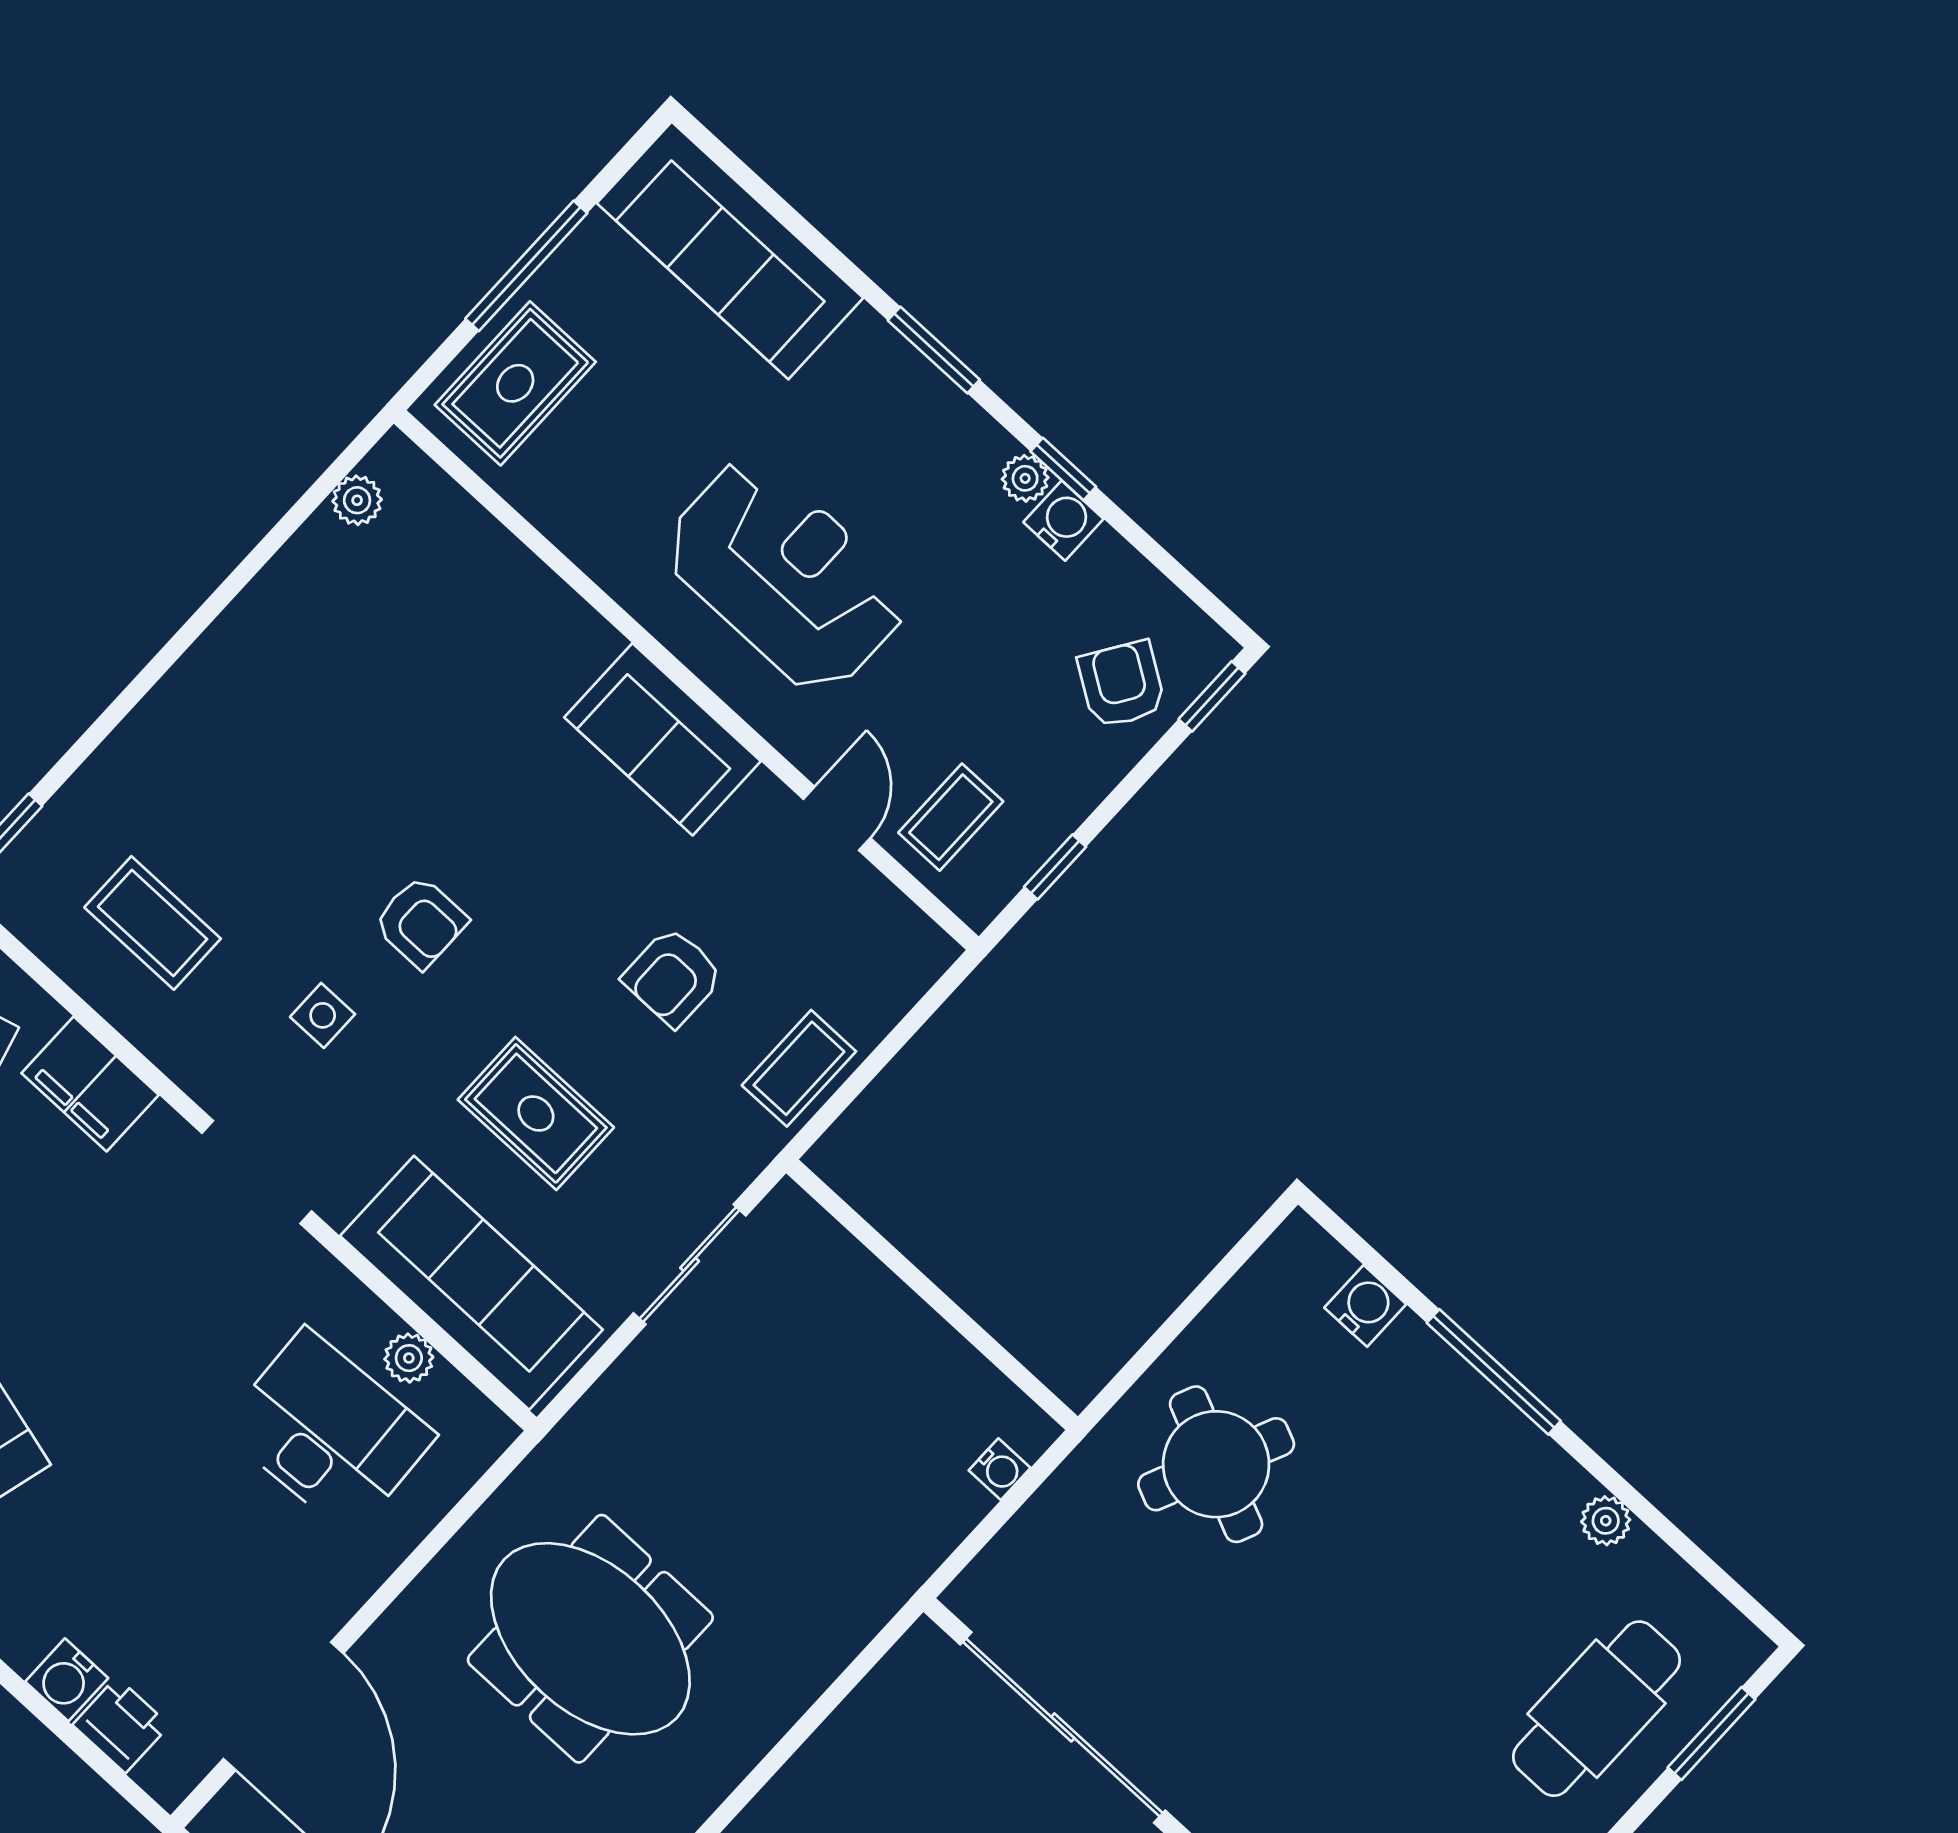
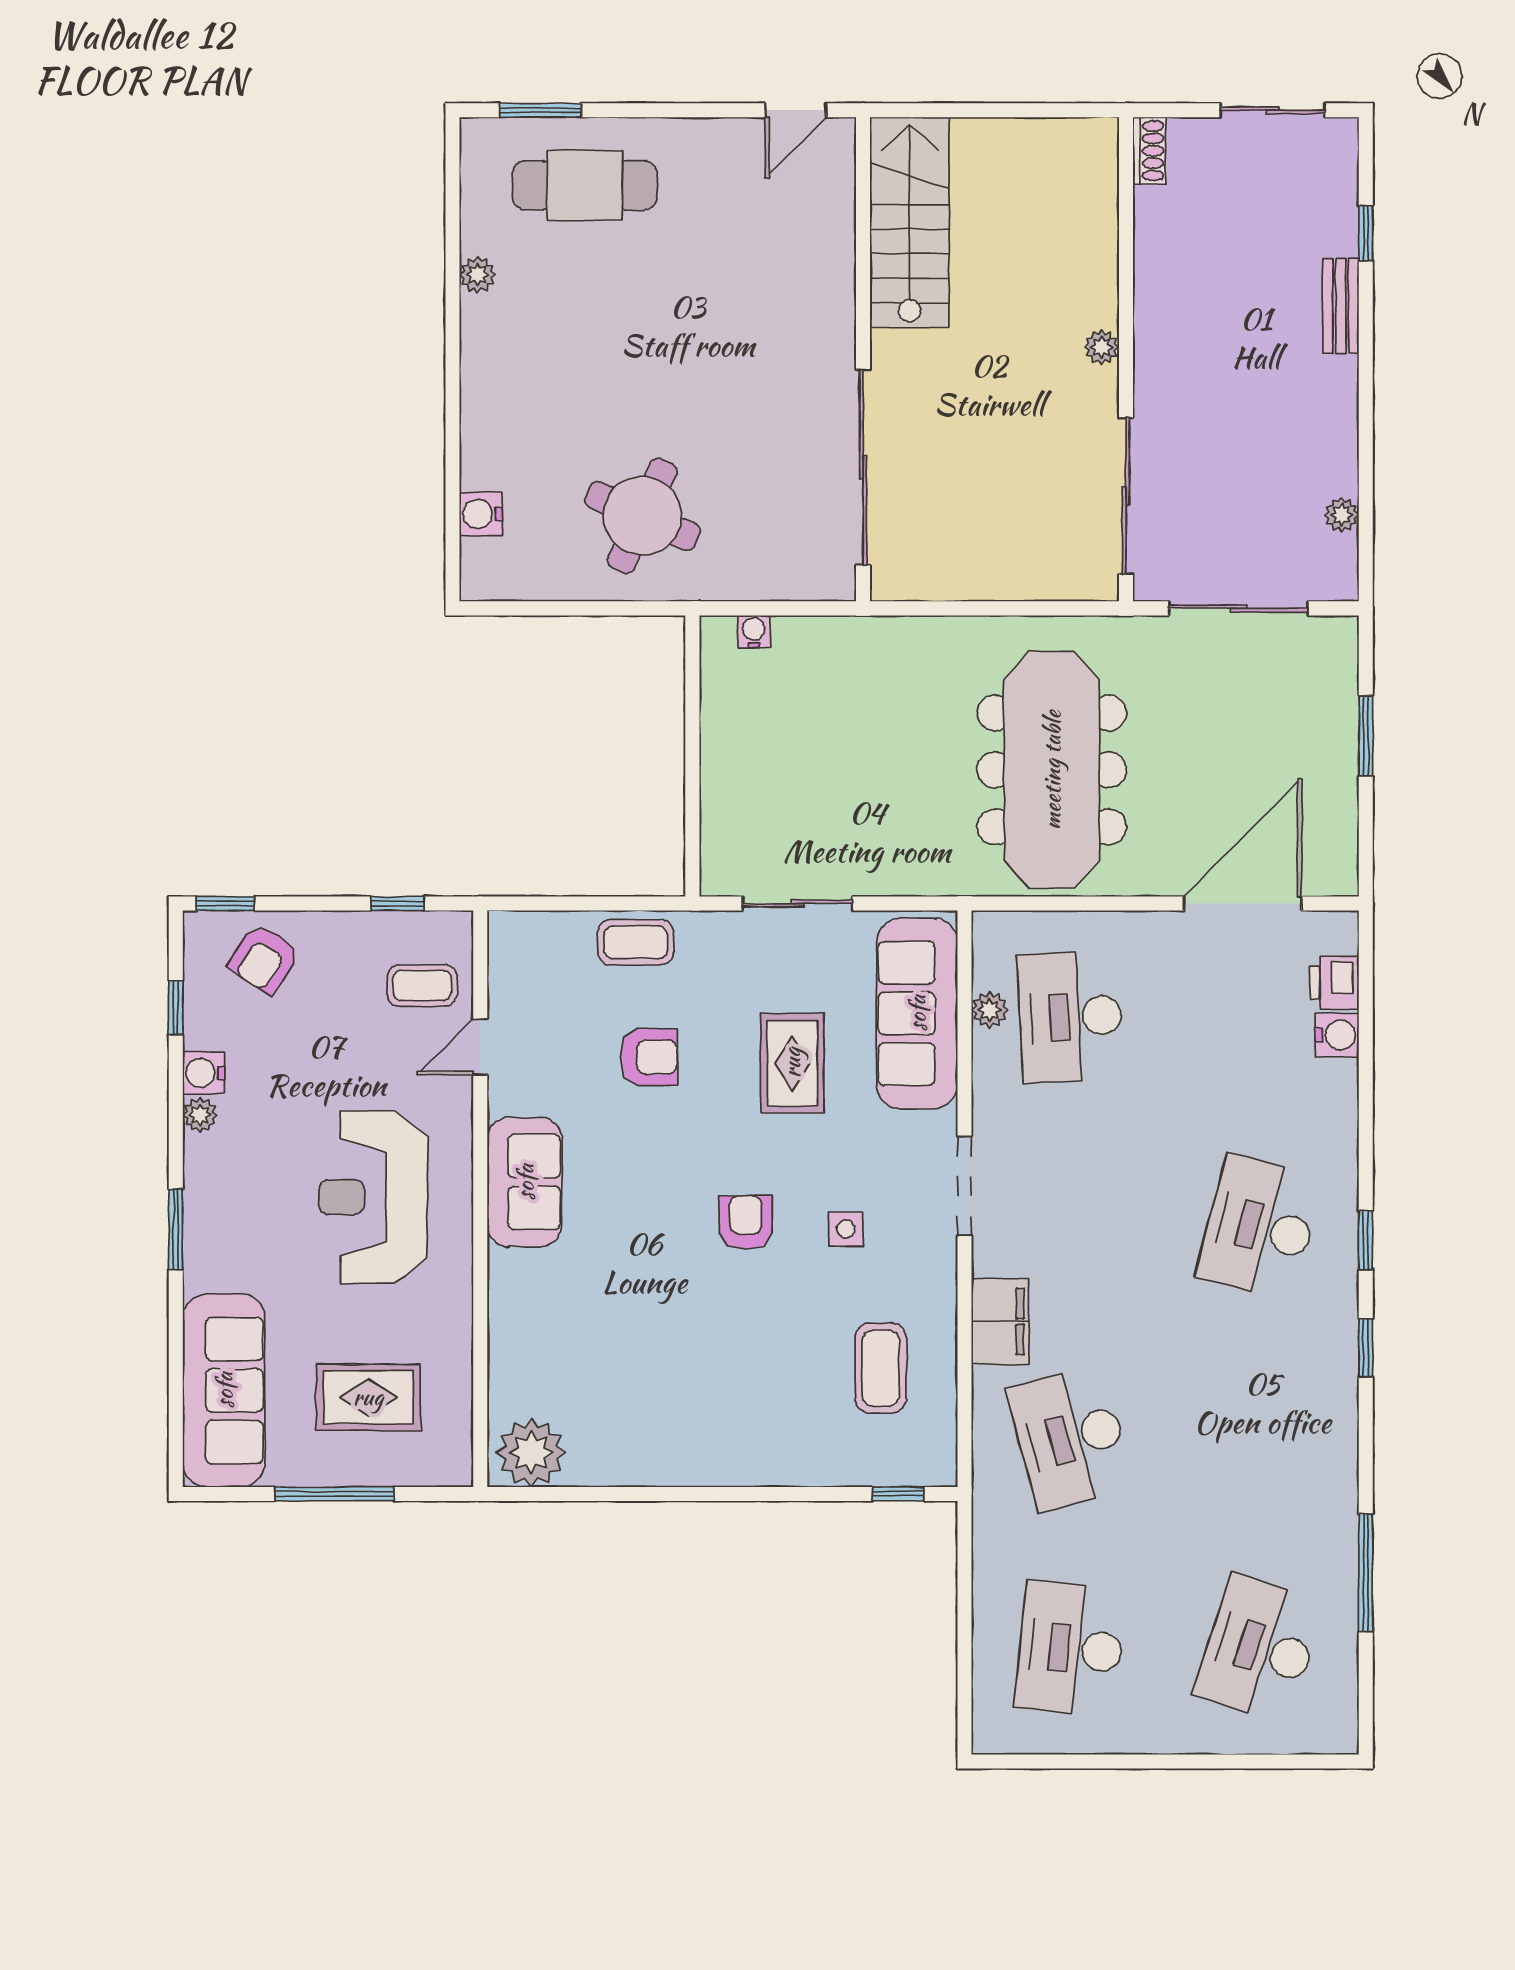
rug: (515, 383) -> (368, 1397), moved
window: (1063, 469) -> (176, 1008), moved
plant: (357, 500) -> (531, 1453), width x1.87, depth x1.87
window: (1494, 1372) -> (452, 411), removed
meeting table: (590, 1639) -> (1052, 770), width x1.36

